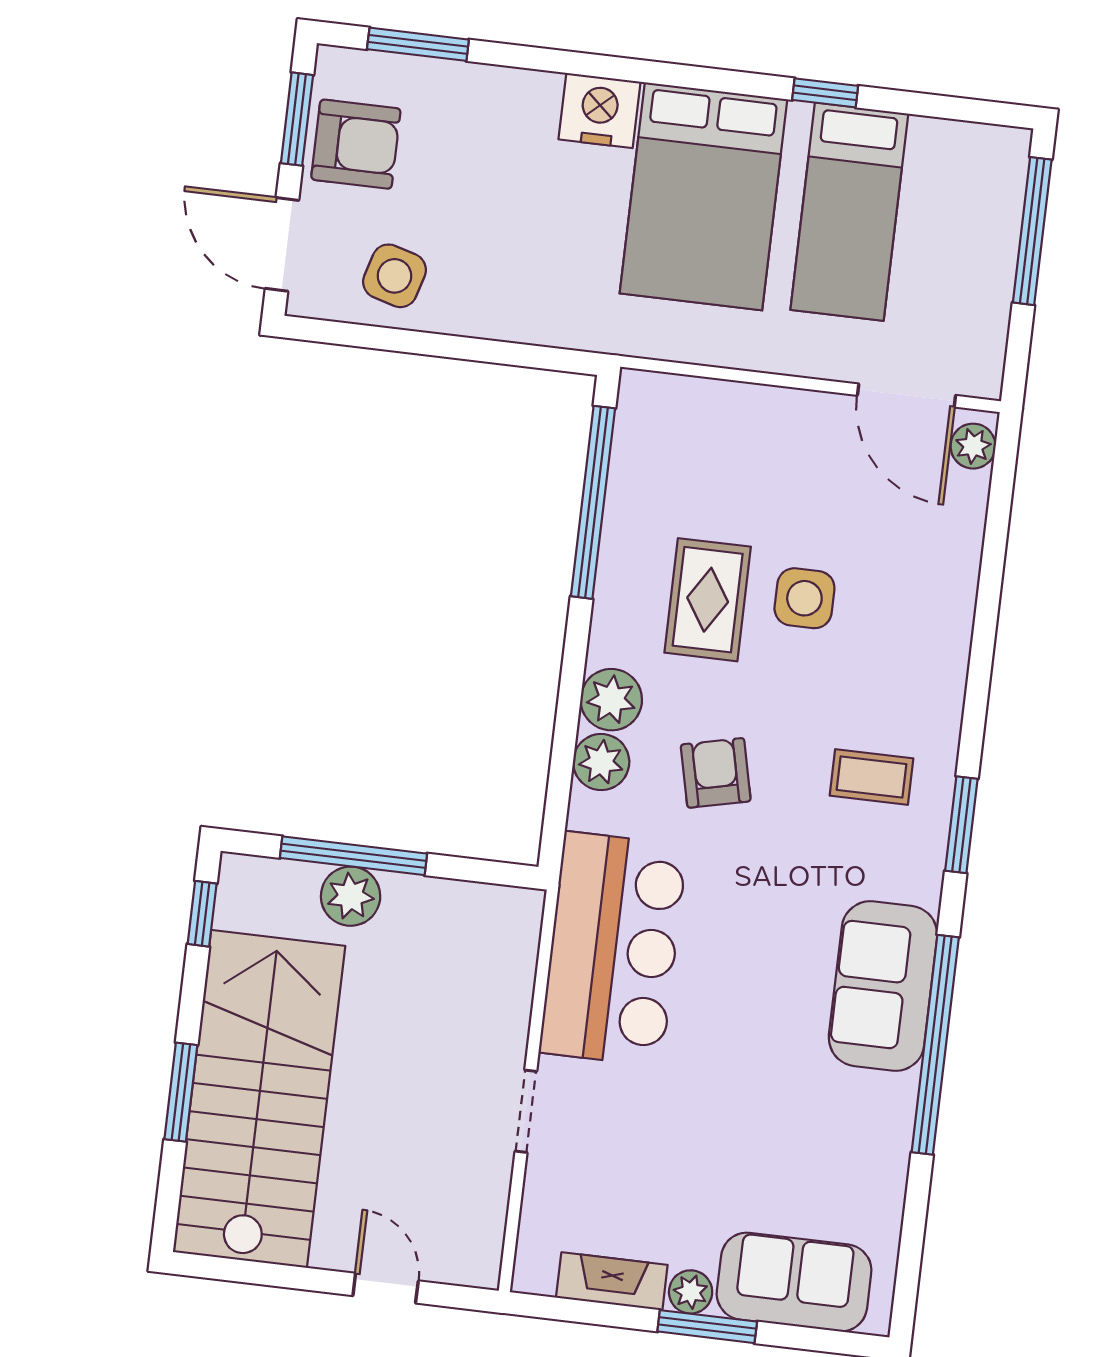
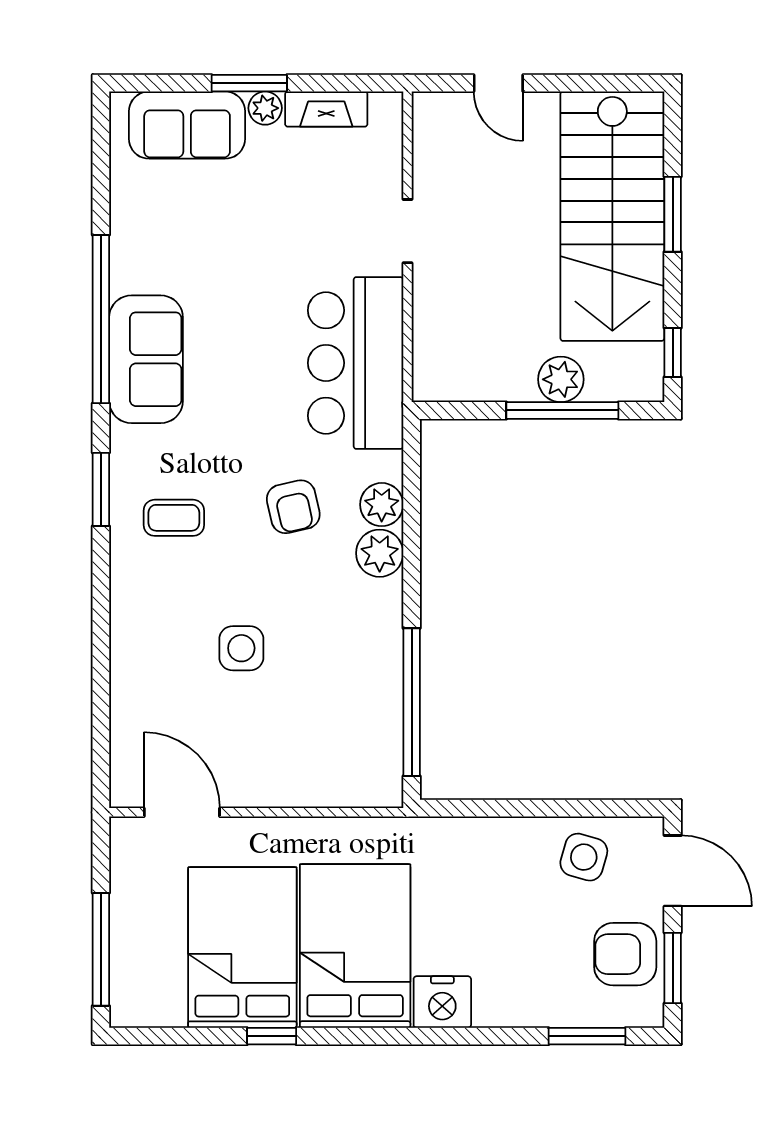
bed: (849, 212) -> (242, 947), width x1.50
plant: (973, 446) -> (126, 780), removed
rug: (708, 600) -> (315, 638), removed

